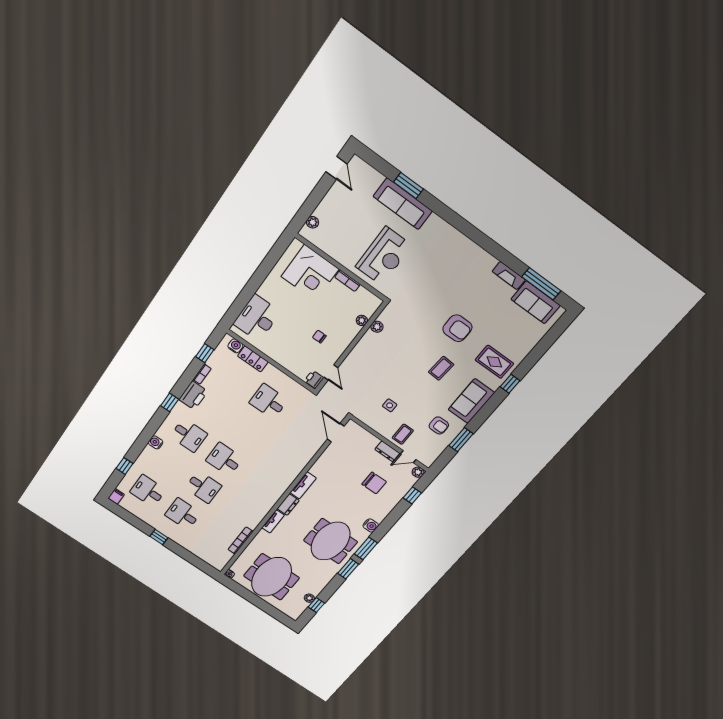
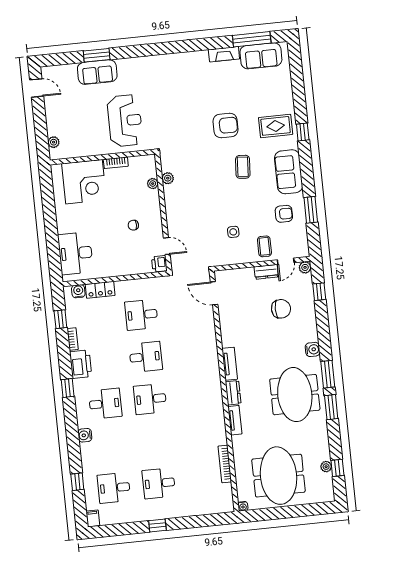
sofa: (403, 204) -> (97, 72), width x0.73
desk: (203, 487) -> (146, 357), moved

